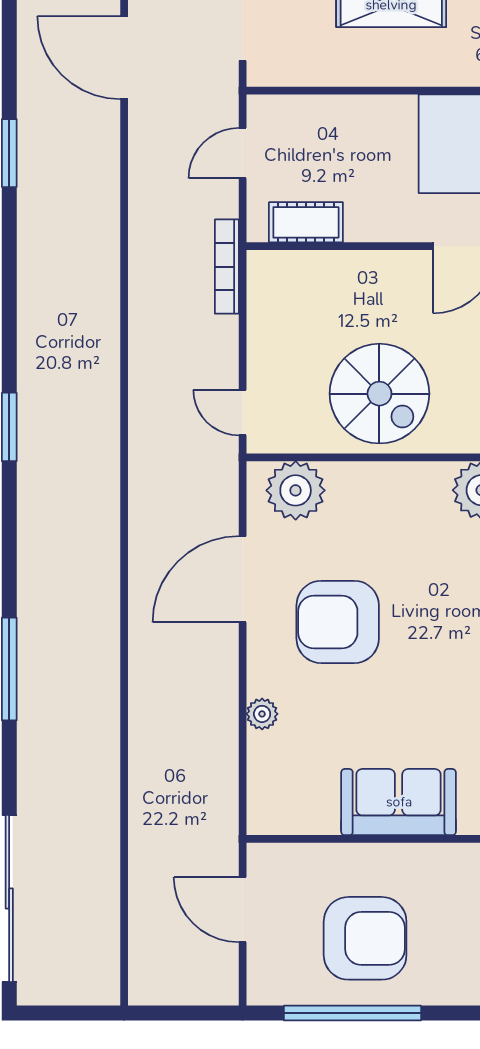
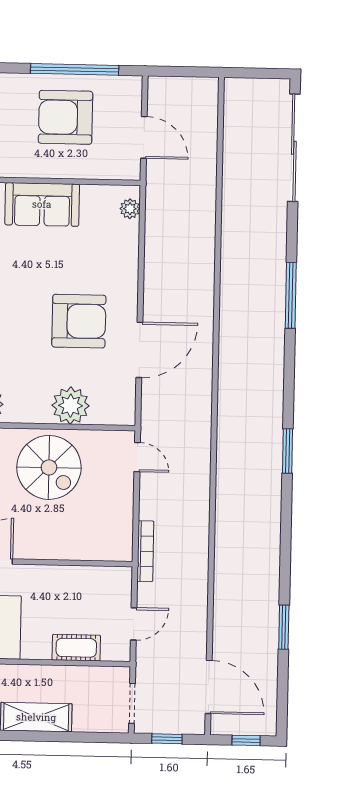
cot: (306, 222) -> (76, 648), moved
spiral stairs: (379, 394) -> (49, 467), turned 180
plant: (296, 490) -> (71, 406), moved
plant: (262, 714) -> (130, 209), moved

